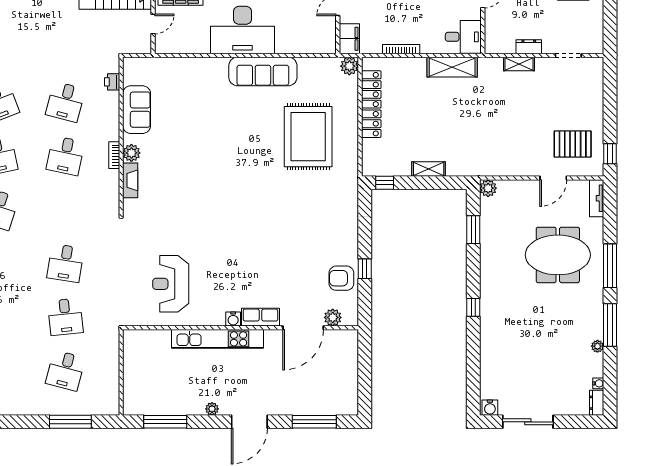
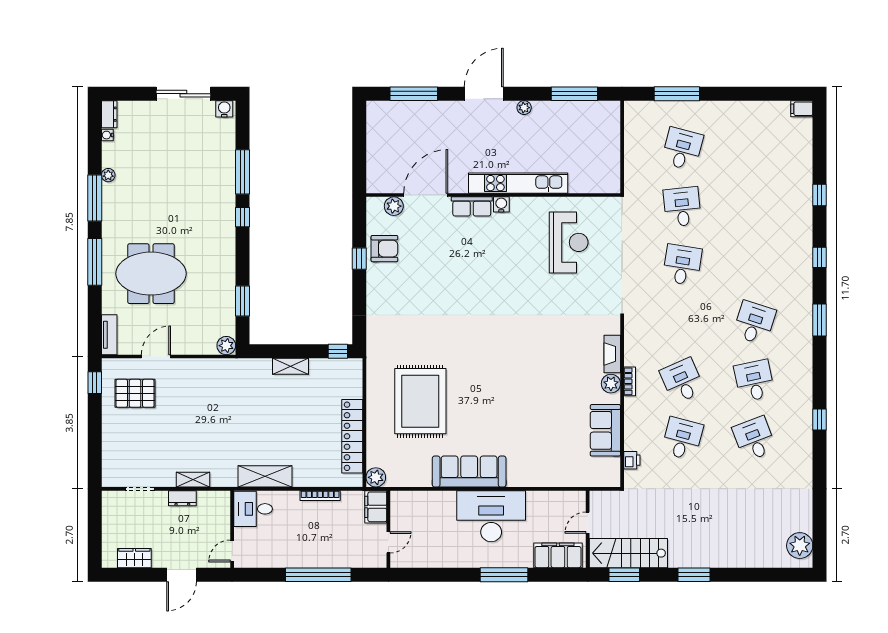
desk: (65, 156) -> (682, 381), turned -36
window: (473, 349) -> (242, 172), added

